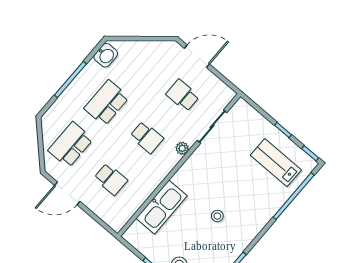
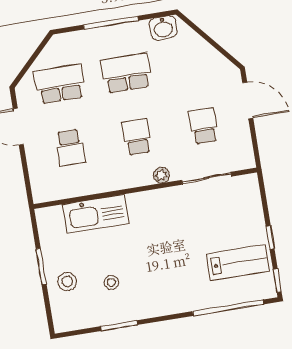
school desk: (147, 137) -> (137, 137), turned 180
lab bench: (276, 163) -> (238, 262), turned 90
stool: (217, 216) -> (111, 282), moved

